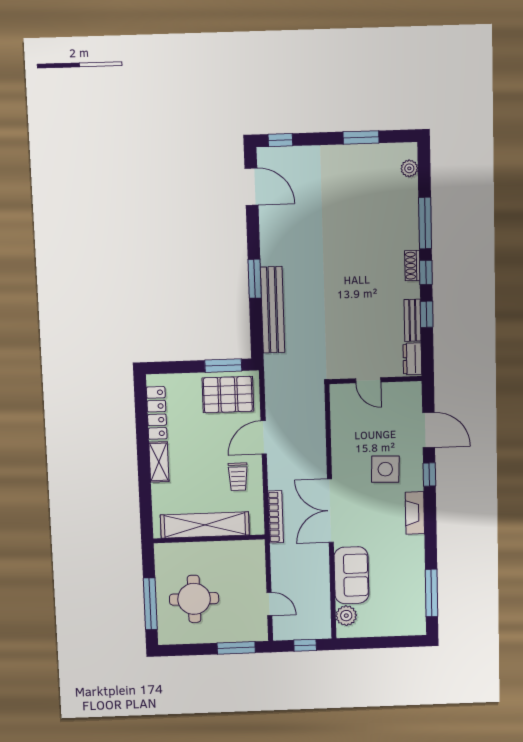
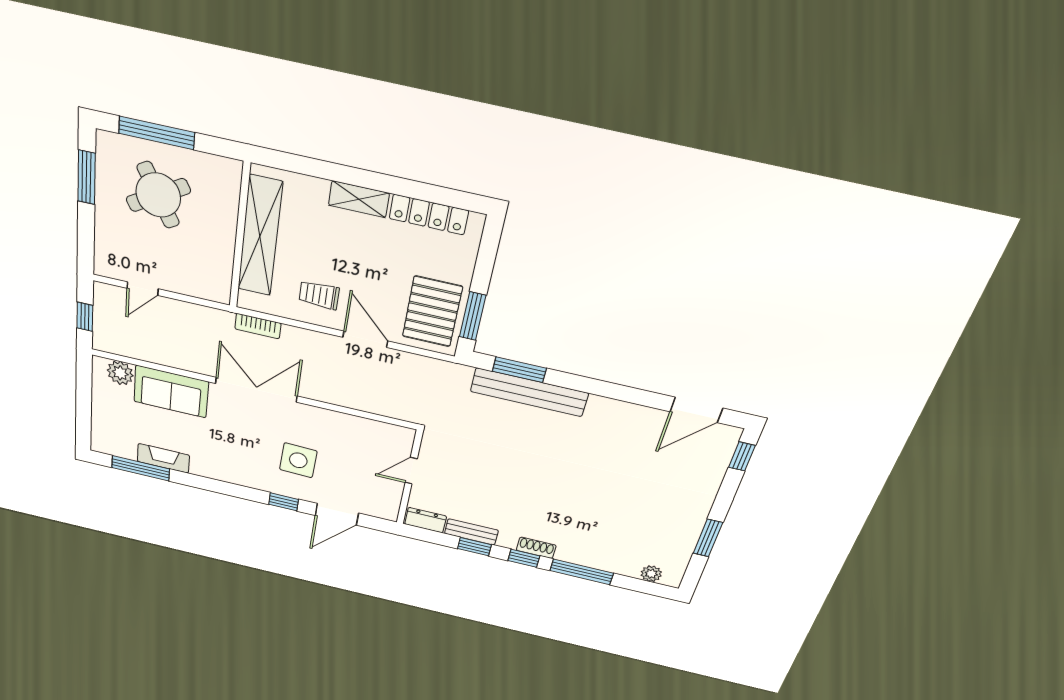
window: (255, 279) -> (519, 370), moved
fireplace: (415, 513) -> (163, 458), moved
bookcase: (276, 517) -> (258, 326), width x0.64
round table: (194, 599) -> (158, 195), turned -30
window: (236, 648) -> (87, 177), moved

